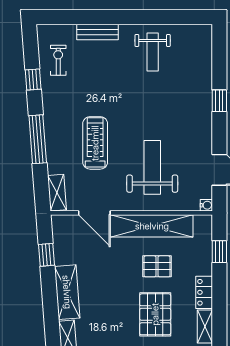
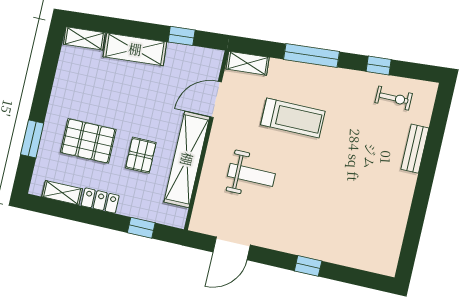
weight bench: (153, 52) -> (379, 205), removed
weight bench: (152, 167) -> (251, 175), width x0.73, depth x0.75
water cooler: (206, 205) -> (196, 225), removed

